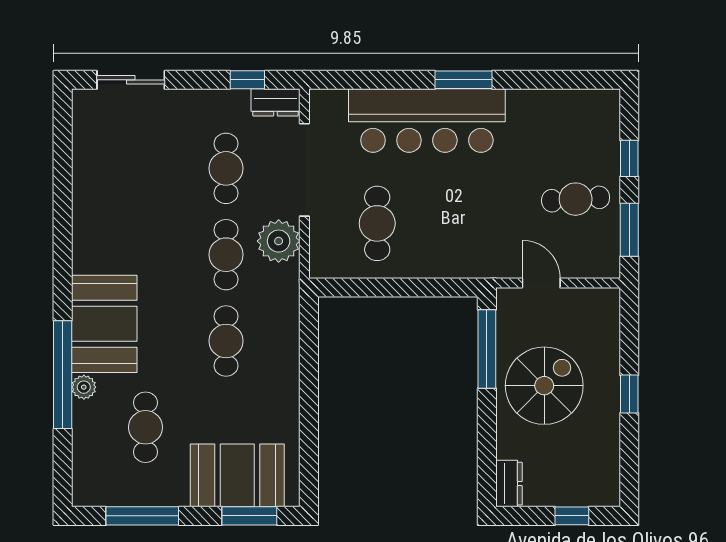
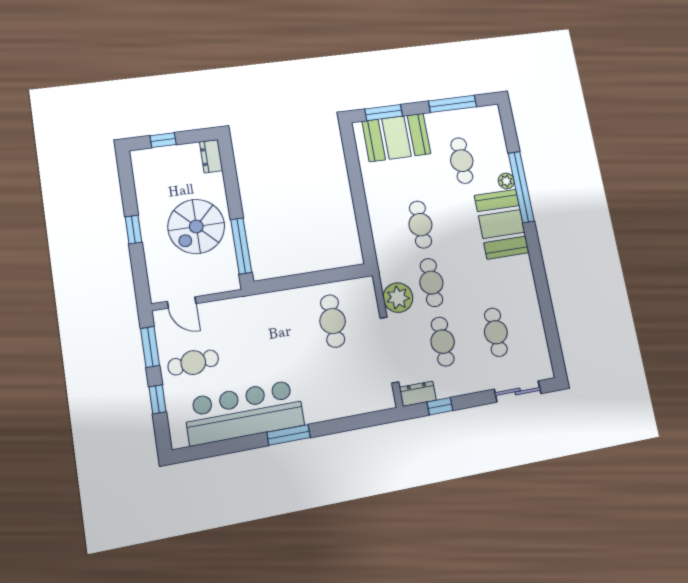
bar counter: (427, 121) -> (244, 412), moved
cafe table: (145, 168) -> (496, 332), added
door: (541, 283) -> (182, 302), moved

